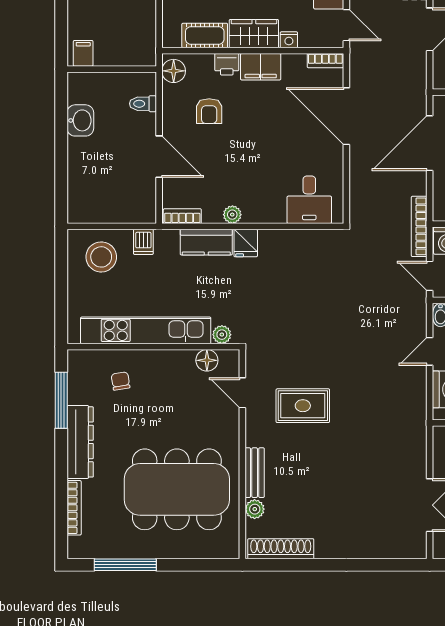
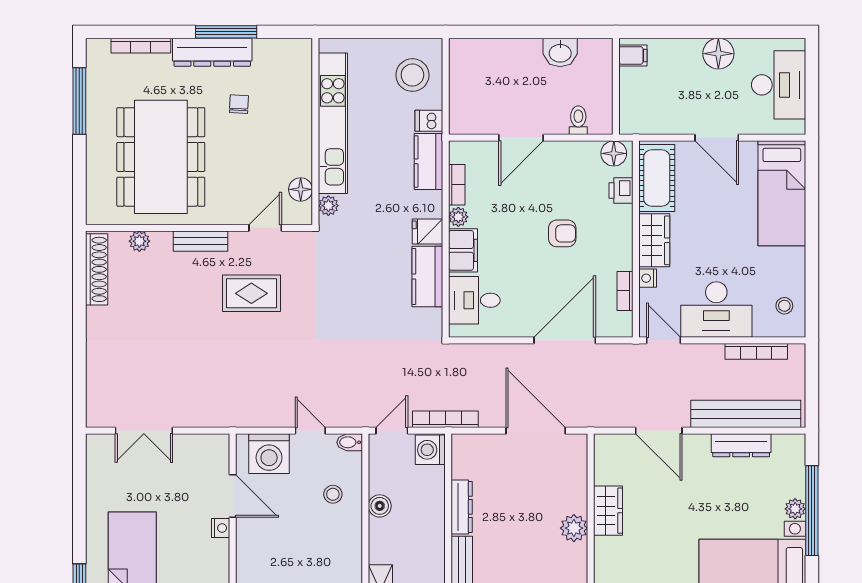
door: (346, 25) -> (663, 340), swing flipped
cot: (205, 35) -> (657, 178), width x1.37, depth x1.34
bookcase: (325, 61) -> (625, 291), moved
printer: (227, 64) -> (621, 190), moved
filing cabinet: (261, 67) -> (463, 250), moved, turned 180
armchair: (209, 111) -> (562, 233), moved, turned 180
bookcase: (182, 216) -> (457, 185), moved
kitchen counter: (206, 242) -> (428, 161), moved
kitchen counter: (287, 243) -> (427, 276), added
chair: (120, 381) -> (239, 104), moved, turned -78
window: (61, 400) -> (226, 32), moved
rug: (303, 406) -> (251, 293), turned 90
bench: (255, 473) -> (201, 241), moved

